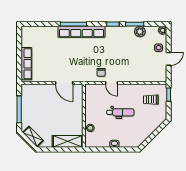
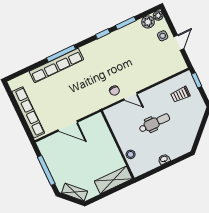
row of seats: (82, 32) -> (56, 65), moved
plant: (140, 32) -> (148, 22), moved
row of seats: (26, 64) -> (28, 112), width x1.36
door: (64, 83) -> (68, 126), moved

